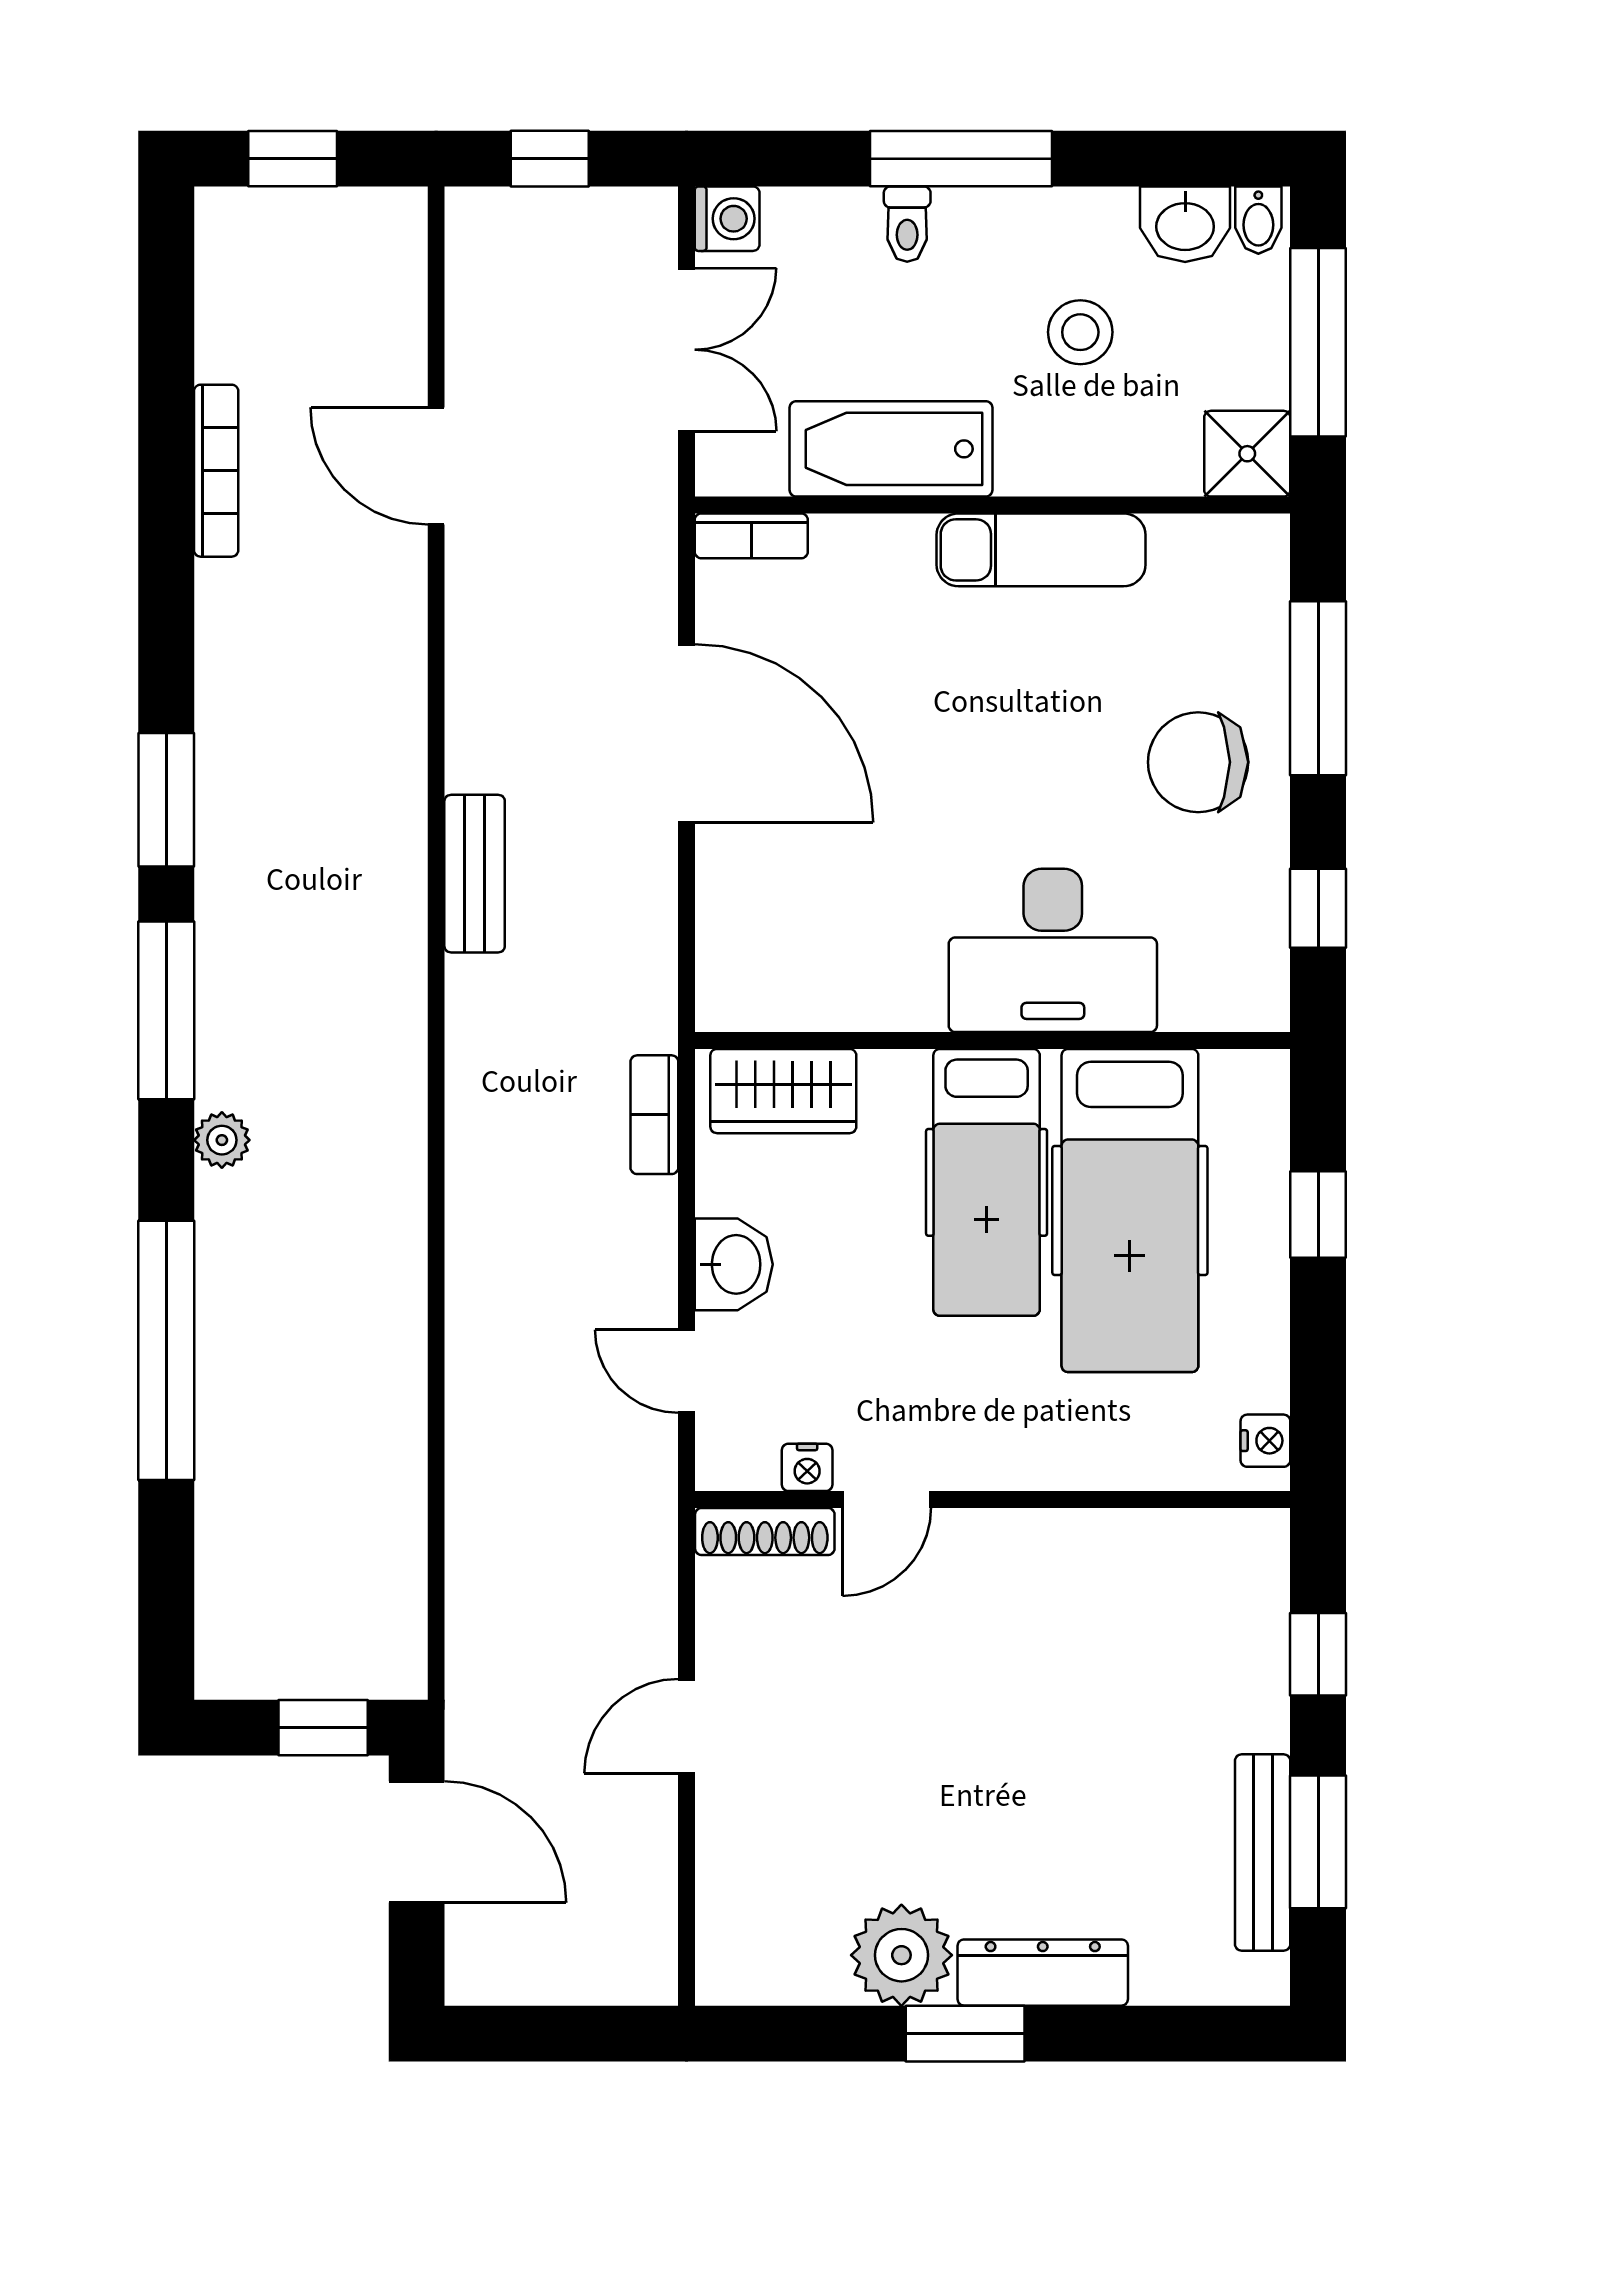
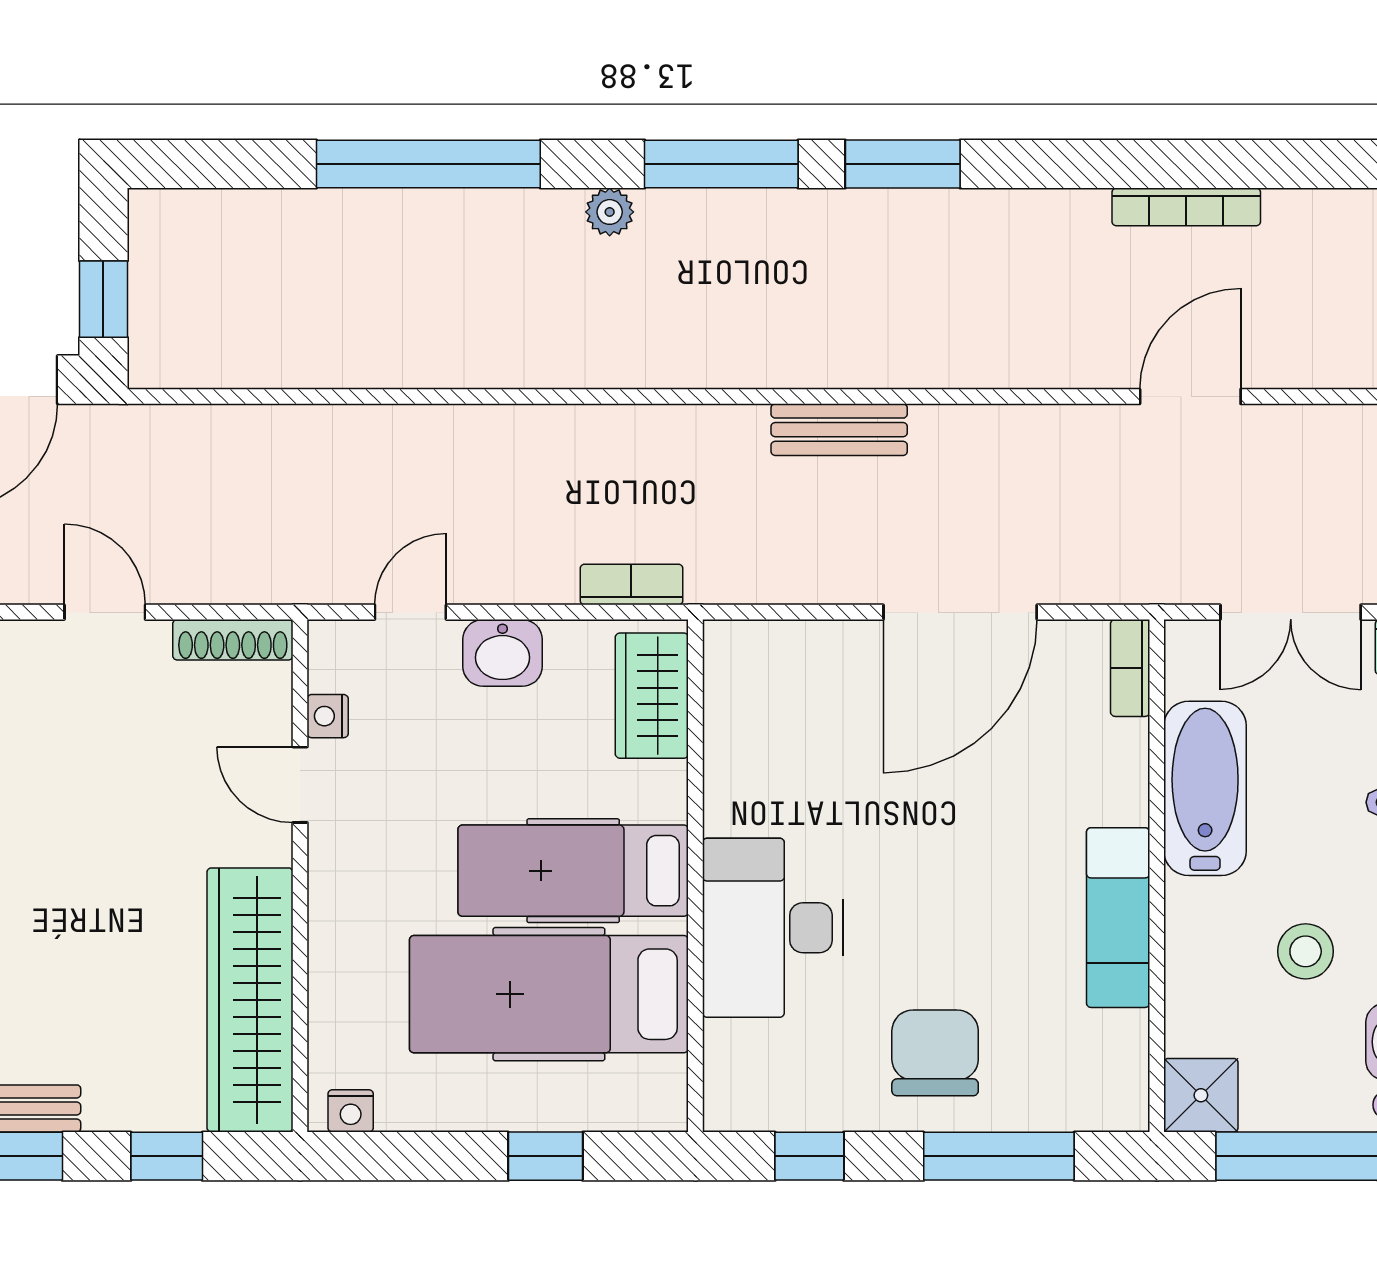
shoe rack: (765, 1531) -> (233, 640), moved, turned -90
wardrobe: (1137, 1558) -> (250, 1000), added

